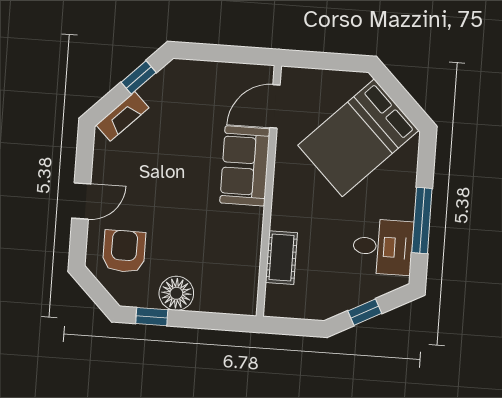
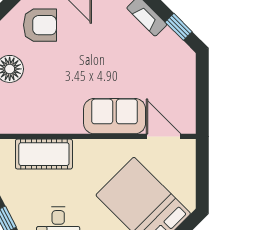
cot: (281, 258) -> (44, 154), width x1.37, depth x1.34

